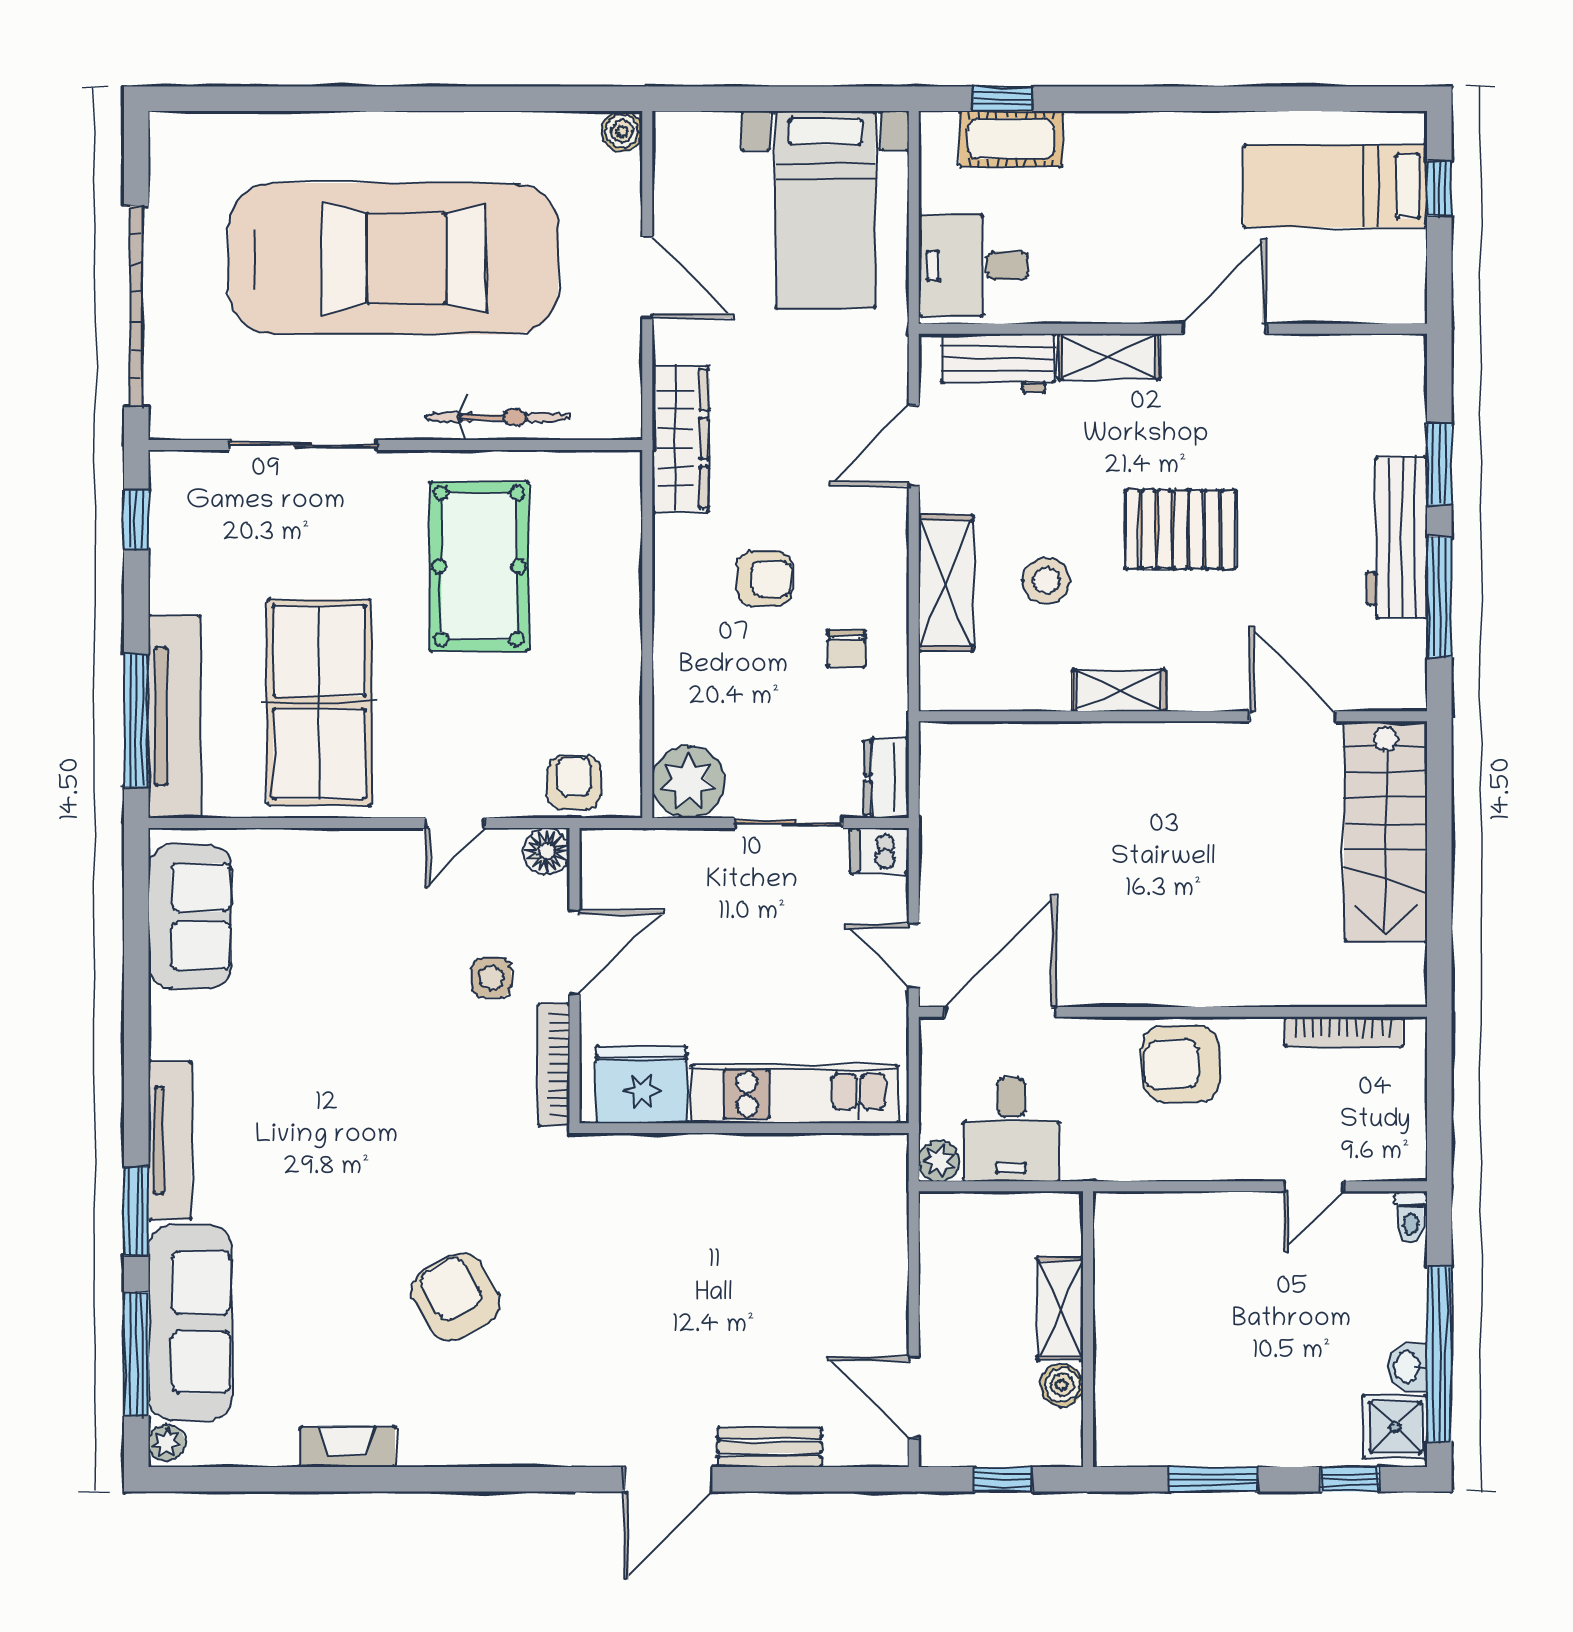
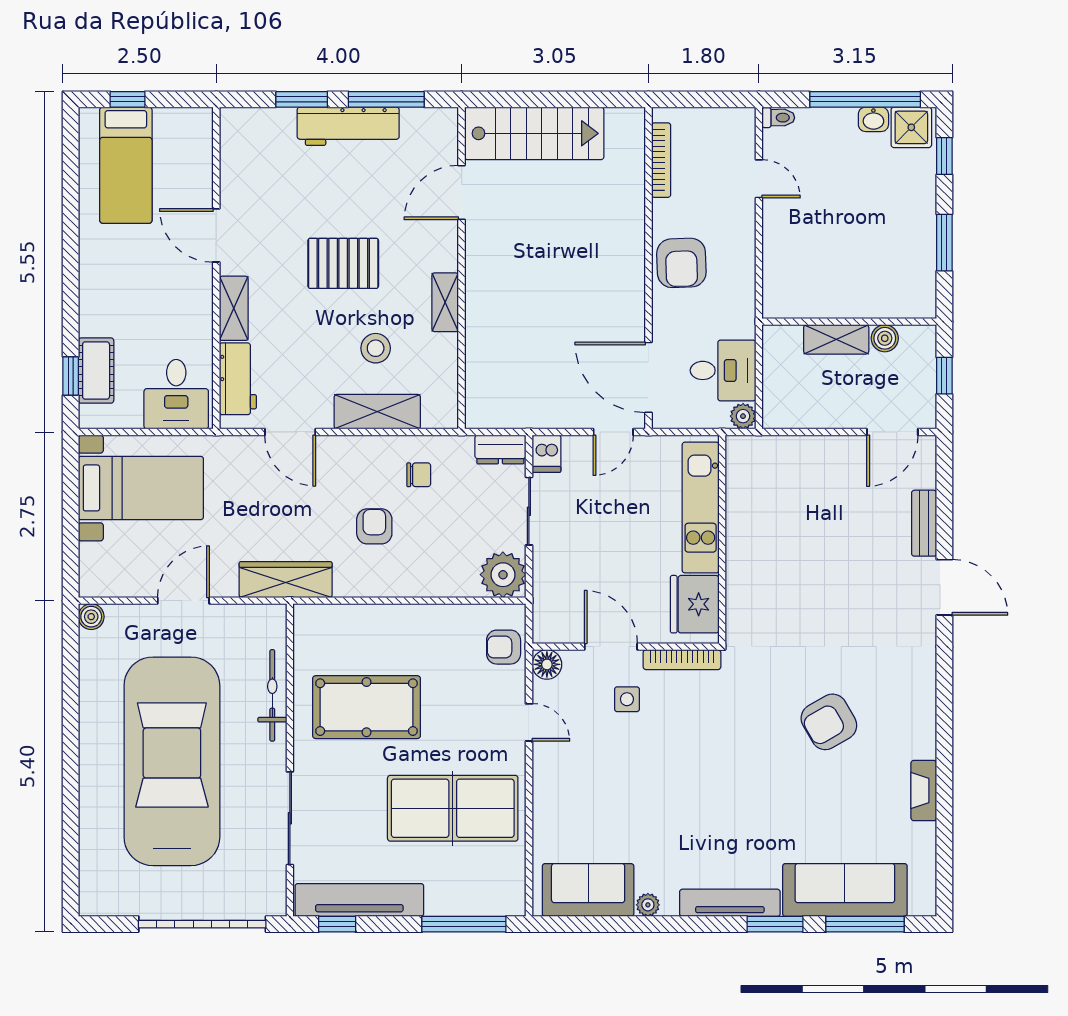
pallet: (1180, 529) -> (343, 263), turned 90
tv unit: (174, 716) -> (359, 900), moved
plant: (167, 1443) -> (648, 905), moved

